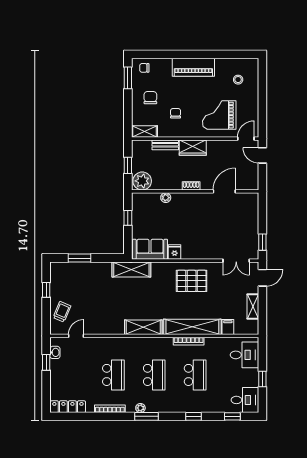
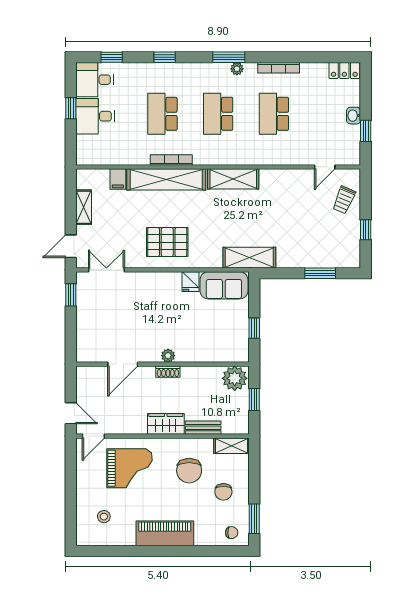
chair: (176, 113) -> (189, 471), width x1.87, depth x1.87
plant: (166, 198) -> (168, 356), moved
washbasin: (55, 352) -> (354, 116), moved
desk: (244, 355) -> (95, 116), moved
locker: (68, 407) -> (344, 71), width x0.66

